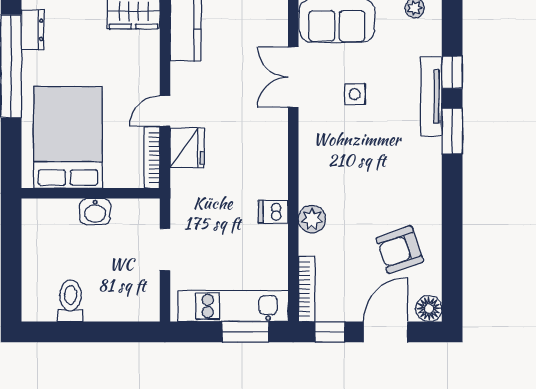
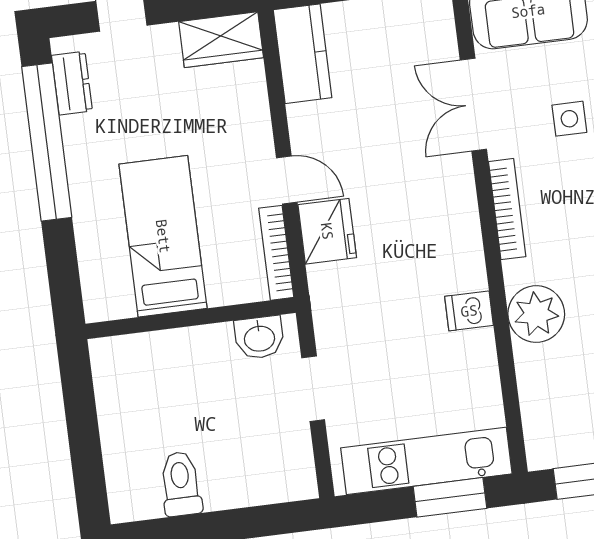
door: (165, 111) -> (287, 180), swing flipped
bed: (68, 137) -> (163, 236), width x0.67
washbasin: (95, 212) -> (259, 338), moved
plant: (312, 219) -> (536, 314), width x1.36, depth x1.36
bookcase: (307, 289) -> (507, 209), moved

